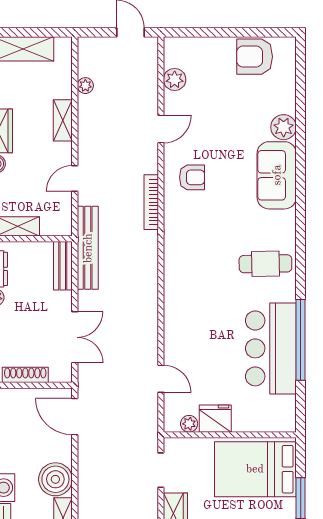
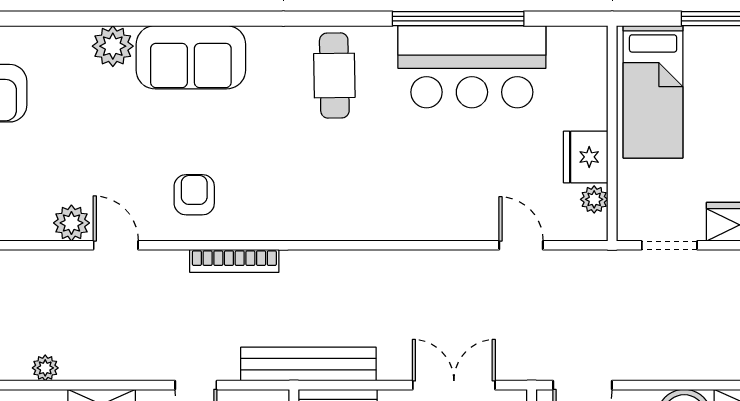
plant: (175, 79) -> (71, 223), moved
door: (161, 379) -> (521, 245), hinge flipped
bed: (255, 469) -> (653, 92), width x0.67

